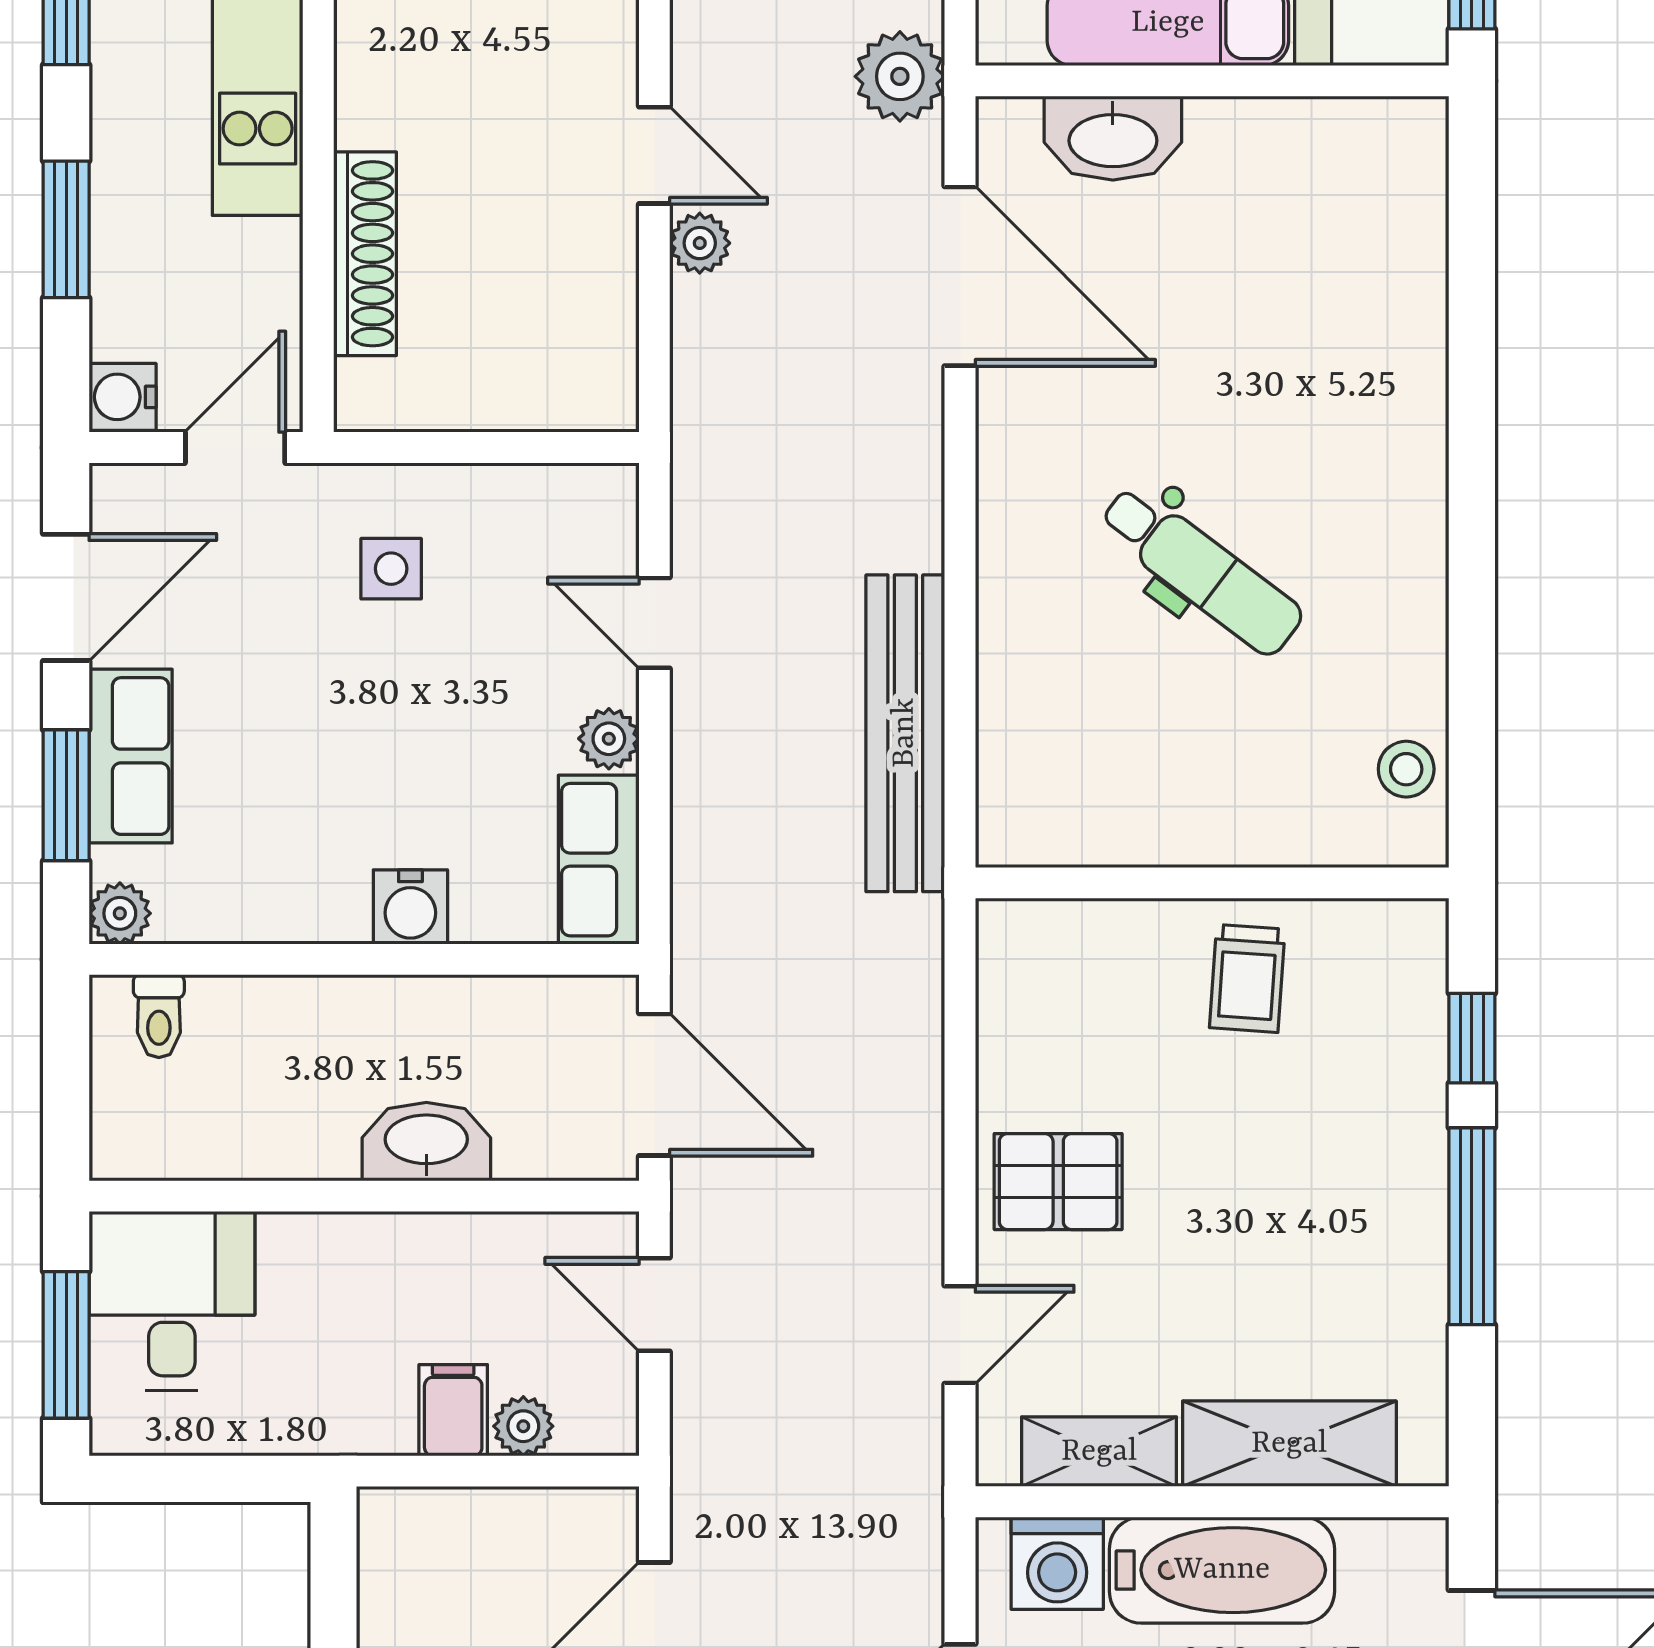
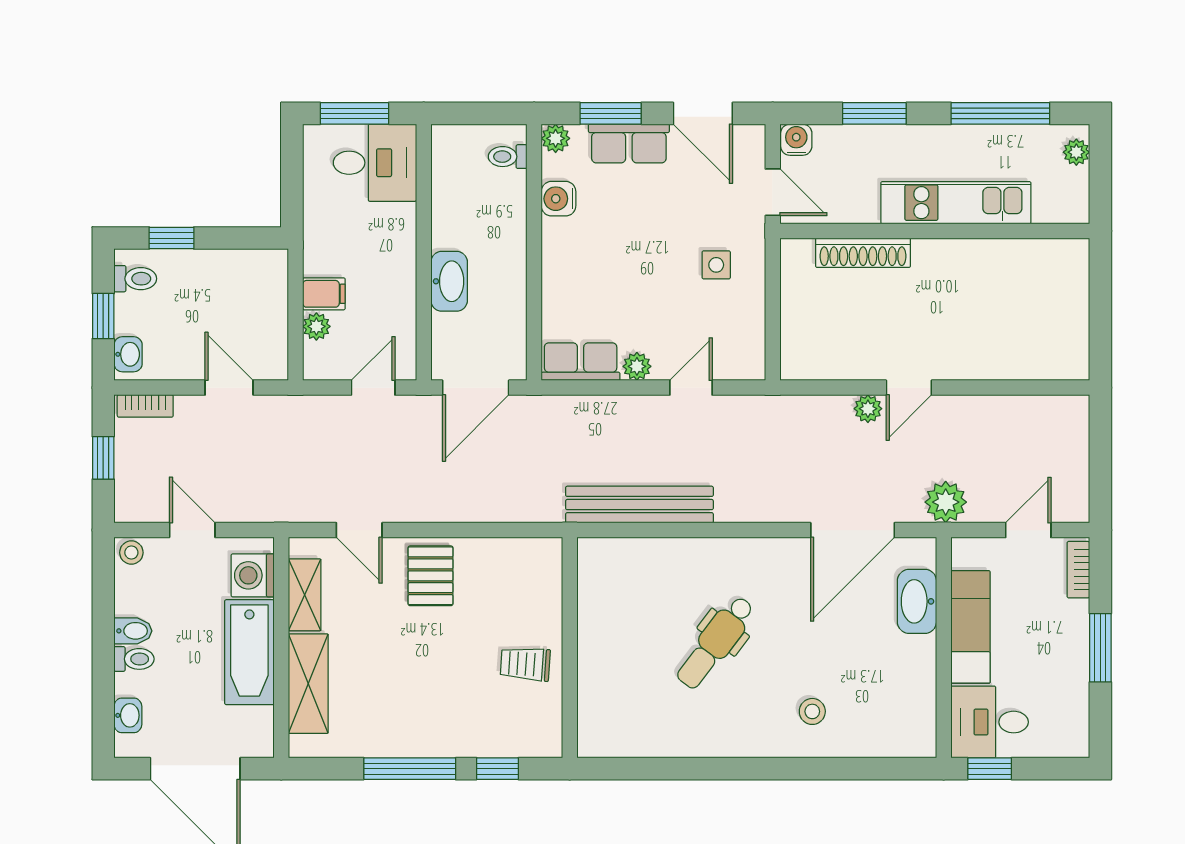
stool: (1406, 769) -> (812, 711), moved
water cooler: (410, 907) -> (559, 199), moved

